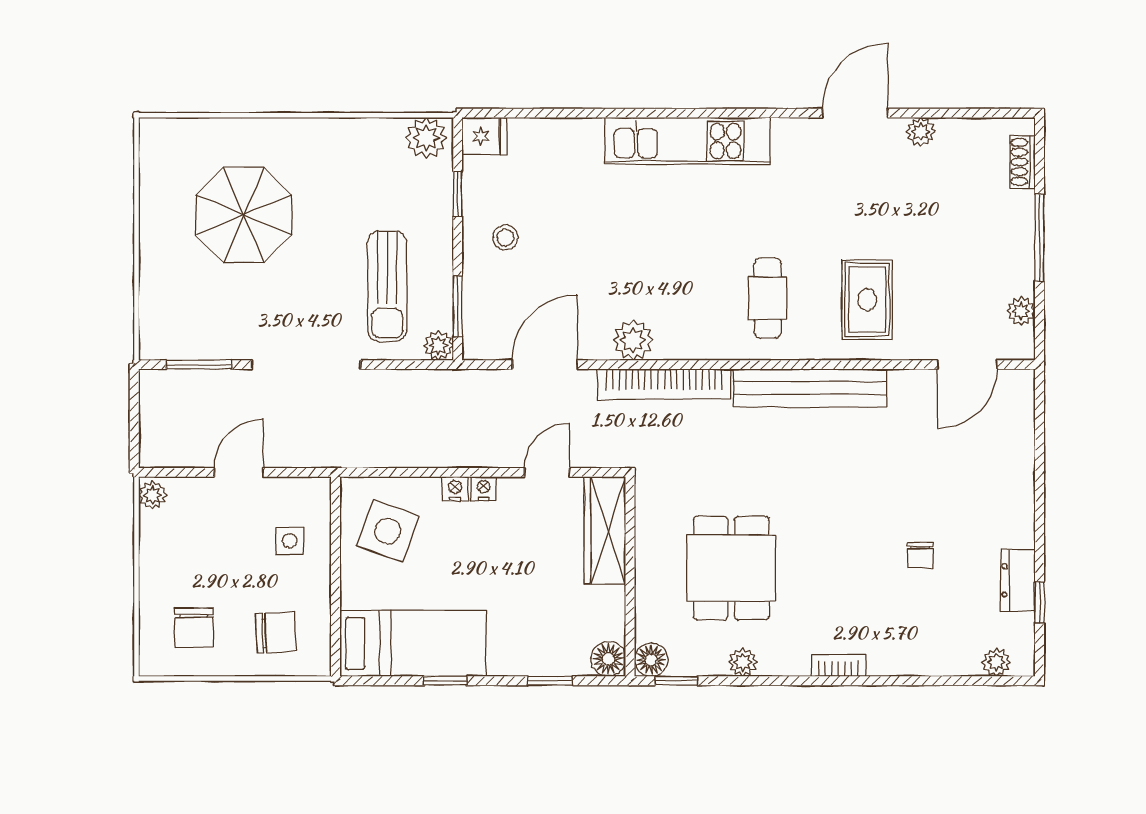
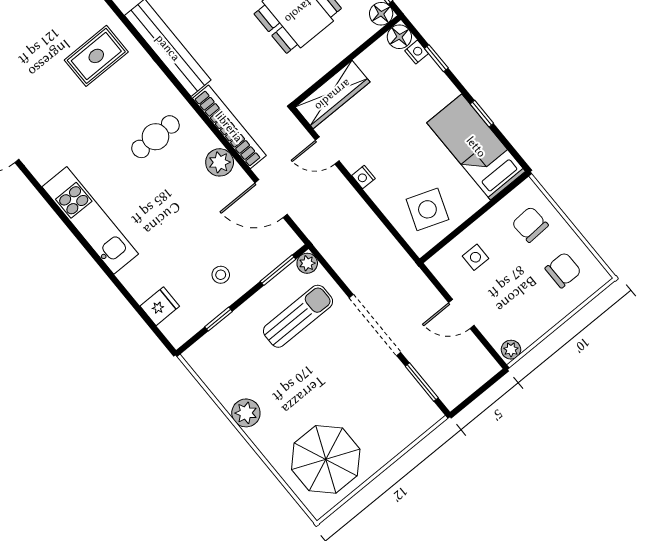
fridge: (484, 136) -> (160, 306), moved, turned 90
plant: (426, 138) -> (246, 413), moved
parasol: (244, 215) -> (326, 459), moved
cafe table: (768, 298) -> (155, 137), moved
nightstand: (455, 489) -> (417, 52), moved, turned 180

